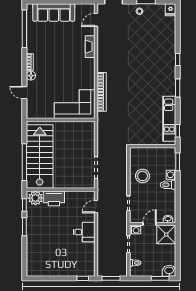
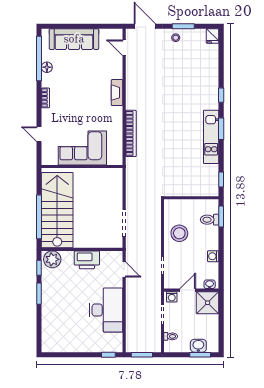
door: (96, 20) -> (124, 48), hinge flipped
fireplace: (90, 47) -> (117, 93), moved
floor lamp: (31, 76) -> (47, 67), moved
corner sofa: (75, 104) -> (82, 148), moved
kitchen unit: (169, 119) -> (211, 137), moved
washing machine: (171, 175) -> (213, 256), moved
toilet: (168, 185) -> (210, 220), moved
printer: (54, 198) -> (87, 260), moved
door: (96, 207) -> (124, 269), swing flipped
desk: (84, 232) -> (106, 310), width x1.87, depth x1.30
washbasin: (169, 271) -> (198, 346), moved

